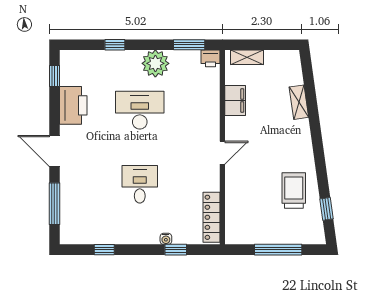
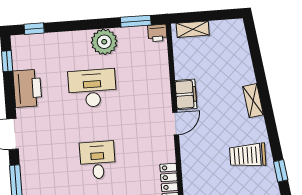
window: (115, 45) -> (34, 29), moved
filing cabinet: (235, 100) -> (186, 94), moved
shelving: (299, 102) -> (253, 101), moved
trolley: (294, 191) -> (248, 155), turned -90

